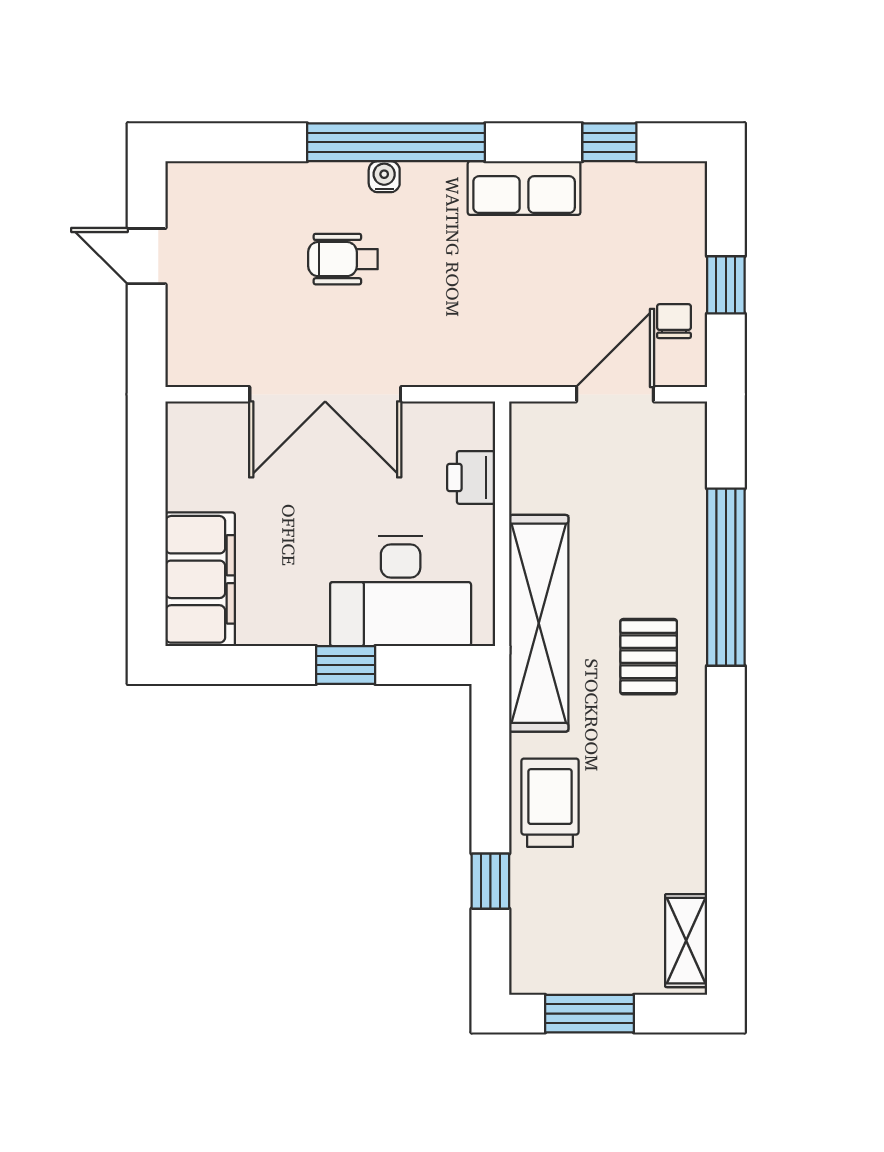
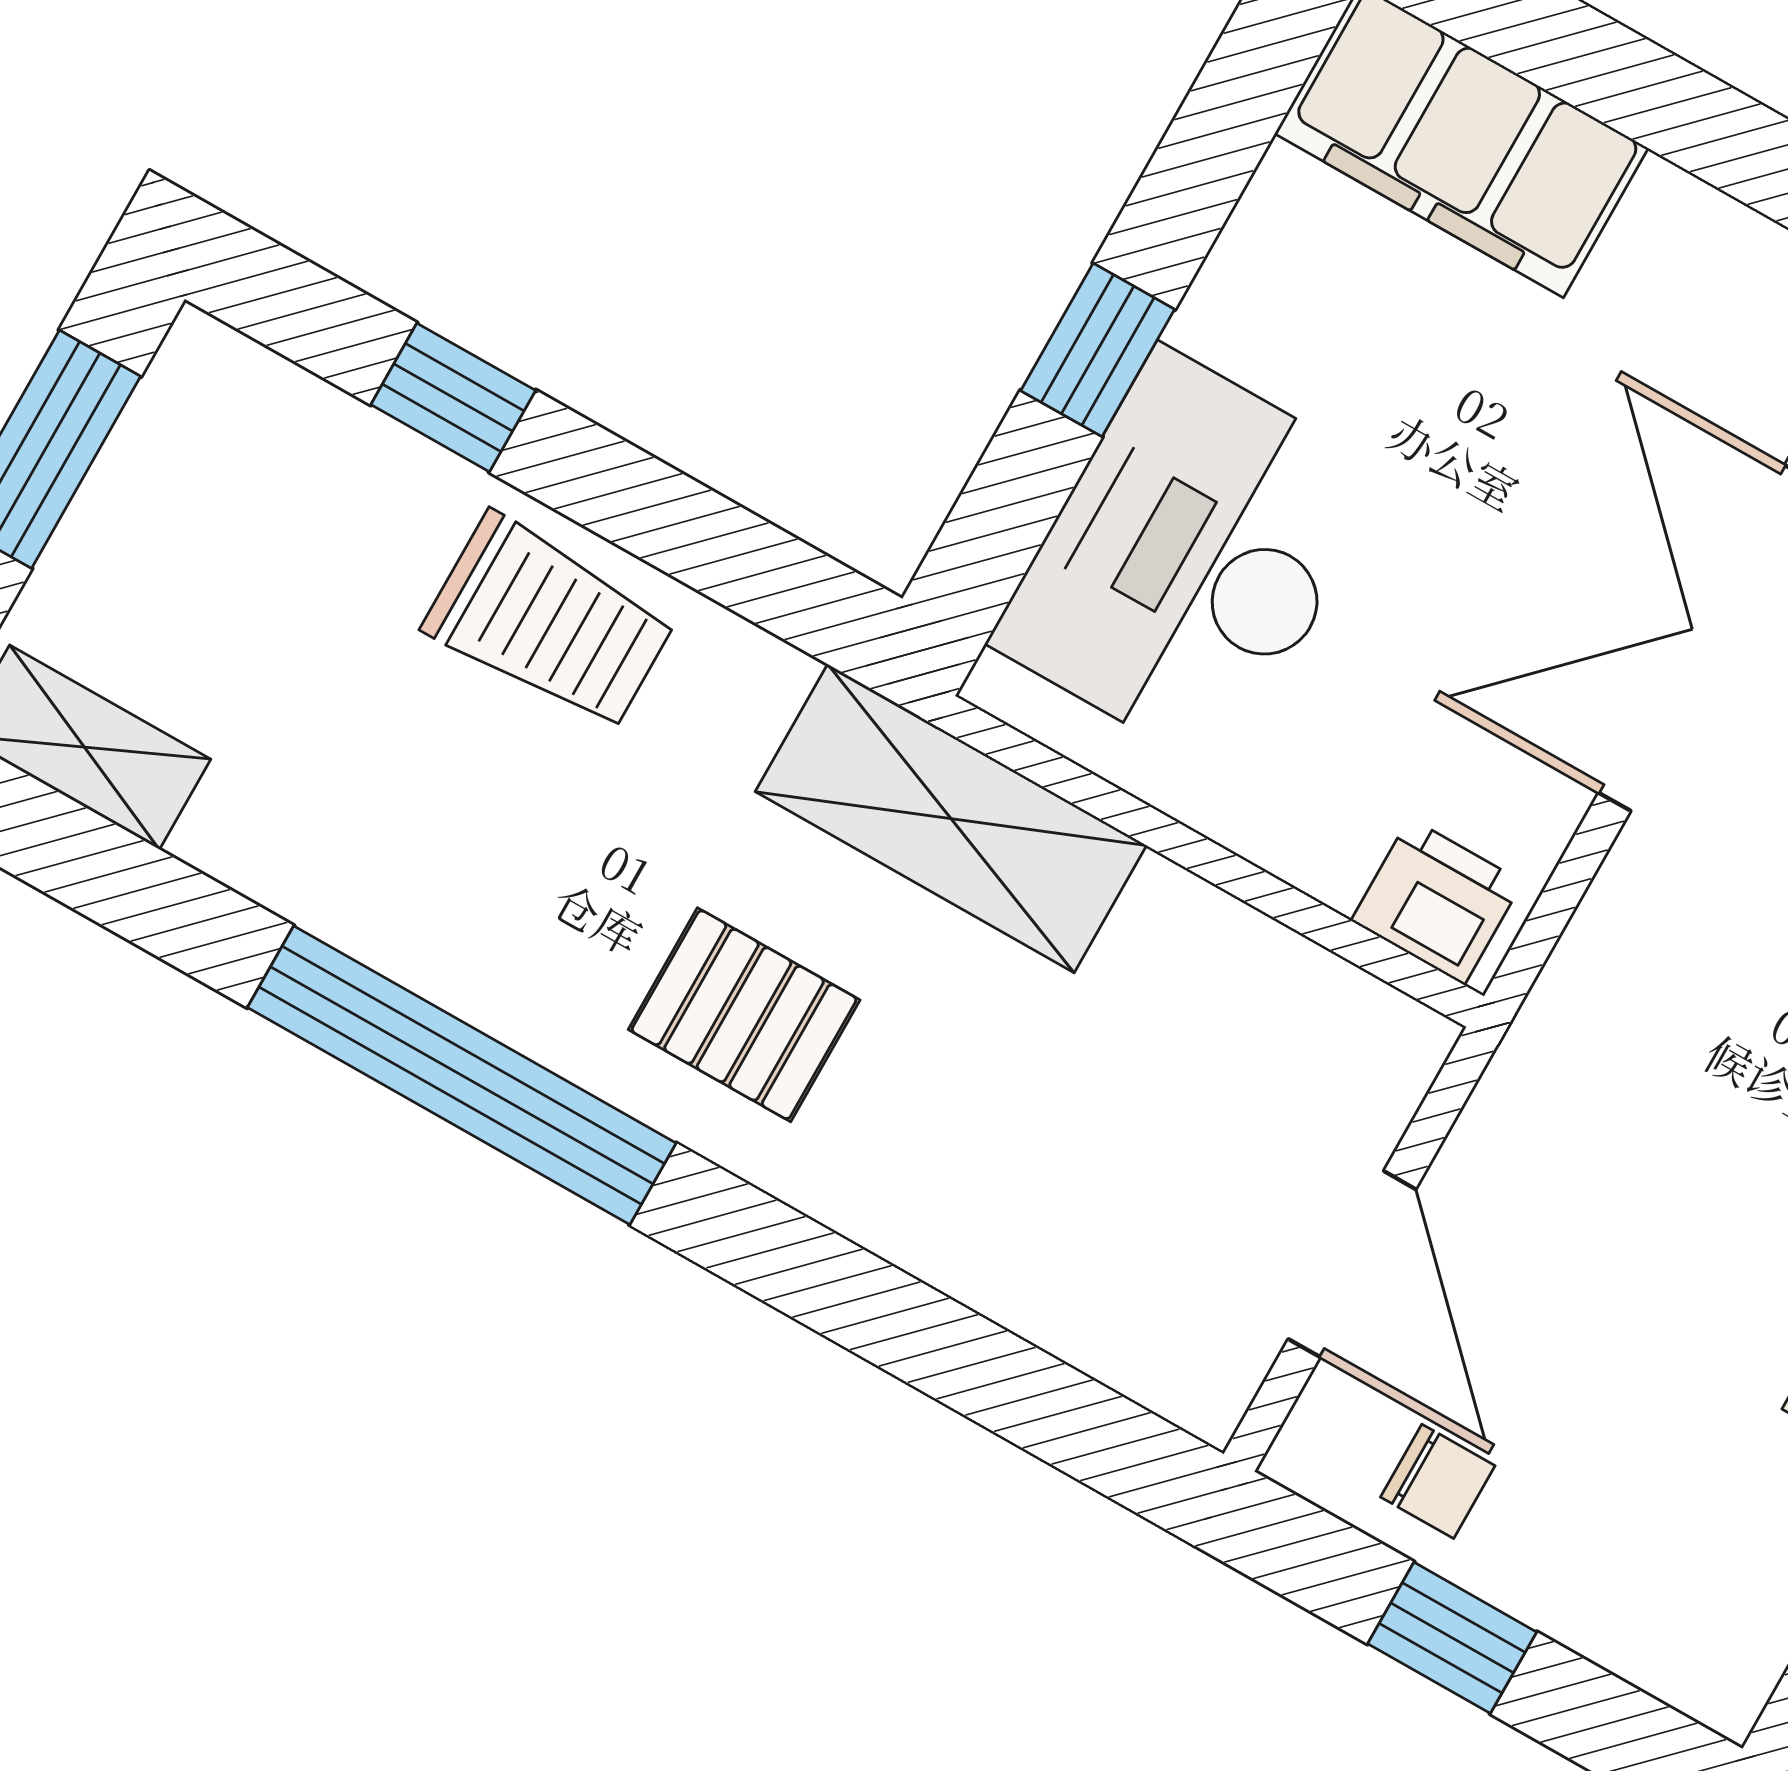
printer: (471, 477) -> (1437, 901), moved
window: (726, 577) -> (462, 1075), moved
shelving: (539, 623) -> (951, 818), width x0.68

